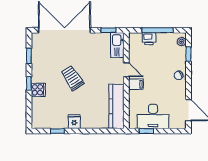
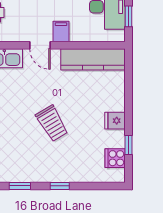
door: (126, 70) -> (40, 45), swing flipped
trolley: (72, 78) -> (52, 123), turned -88
cooker: (38, 90) -> (115, 158), moved, turned -90

